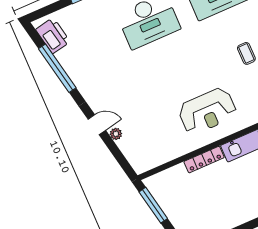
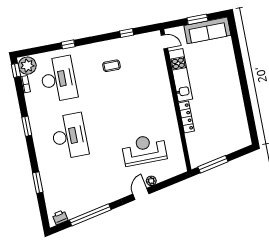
printer: (53, 36) -> (60, 217), width x0.53, depth x0.68
reception desk: (207, 111) -> (144, 150), moved, turned -90

